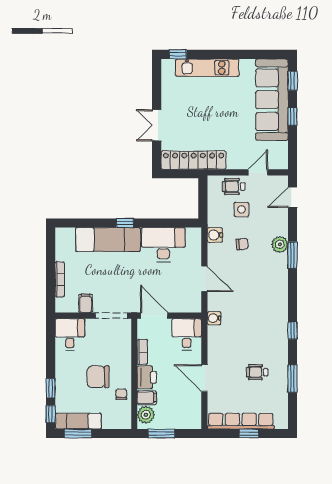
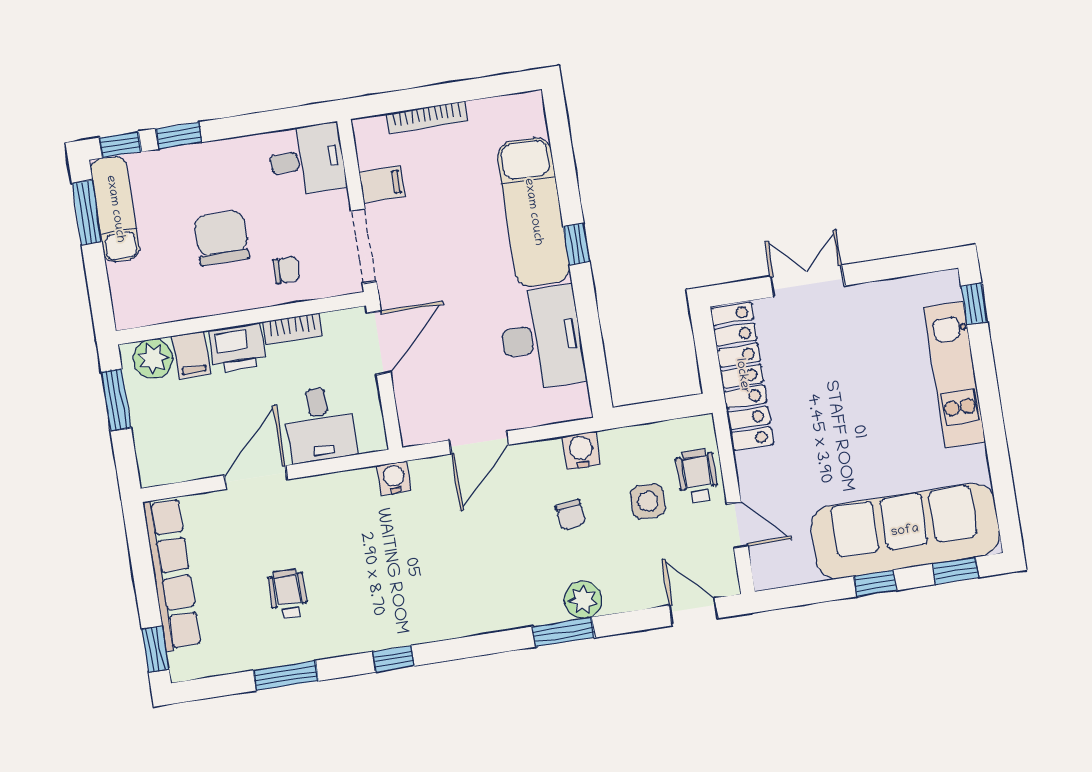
desk: (187, 334) -> (320, 424), moved, turned 90
chair: (121, 394) -> (286, 270), moved
window: (249, 434) -> (155, 649), moved

